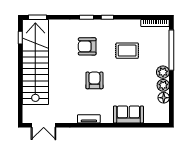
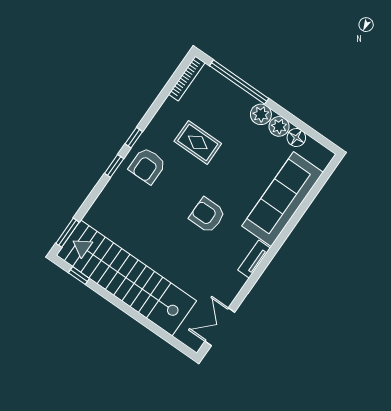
armchair: (87, 46) -> (147, 166), moved
rug: (127, 51) -> (198, 142), turned 90
sofa: (128, 114) -> (283, 199), width x1.85, depth x1.27
double door: (44, 125) -> (220, 327), swing flipped

